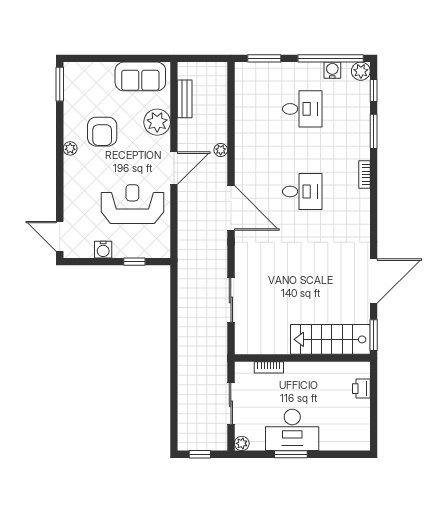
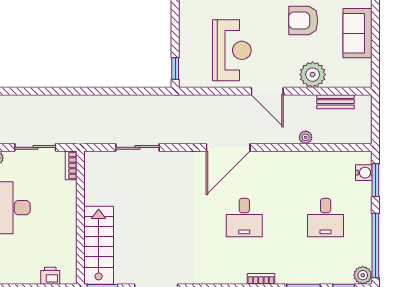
water cooler: (332, 70) -> (364, 173), moved
sofa: (140, 76) -> (358, 33), moved
plant: (221, 150) -> (306, 137), moved
water cooler: (103, 250) -> (187, 21), removed
window: (134, 262) -> (175, 69), moved
bookcase: (269, 367) -> (71, 165), moved

